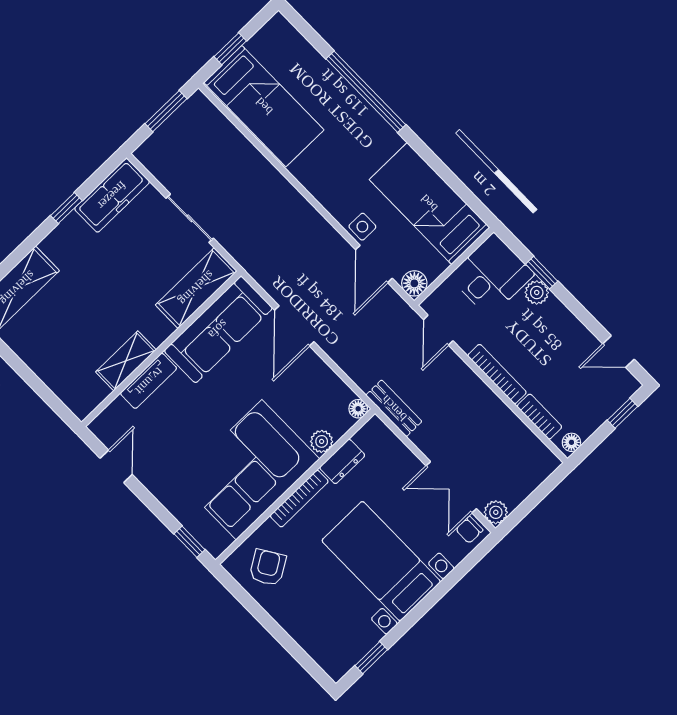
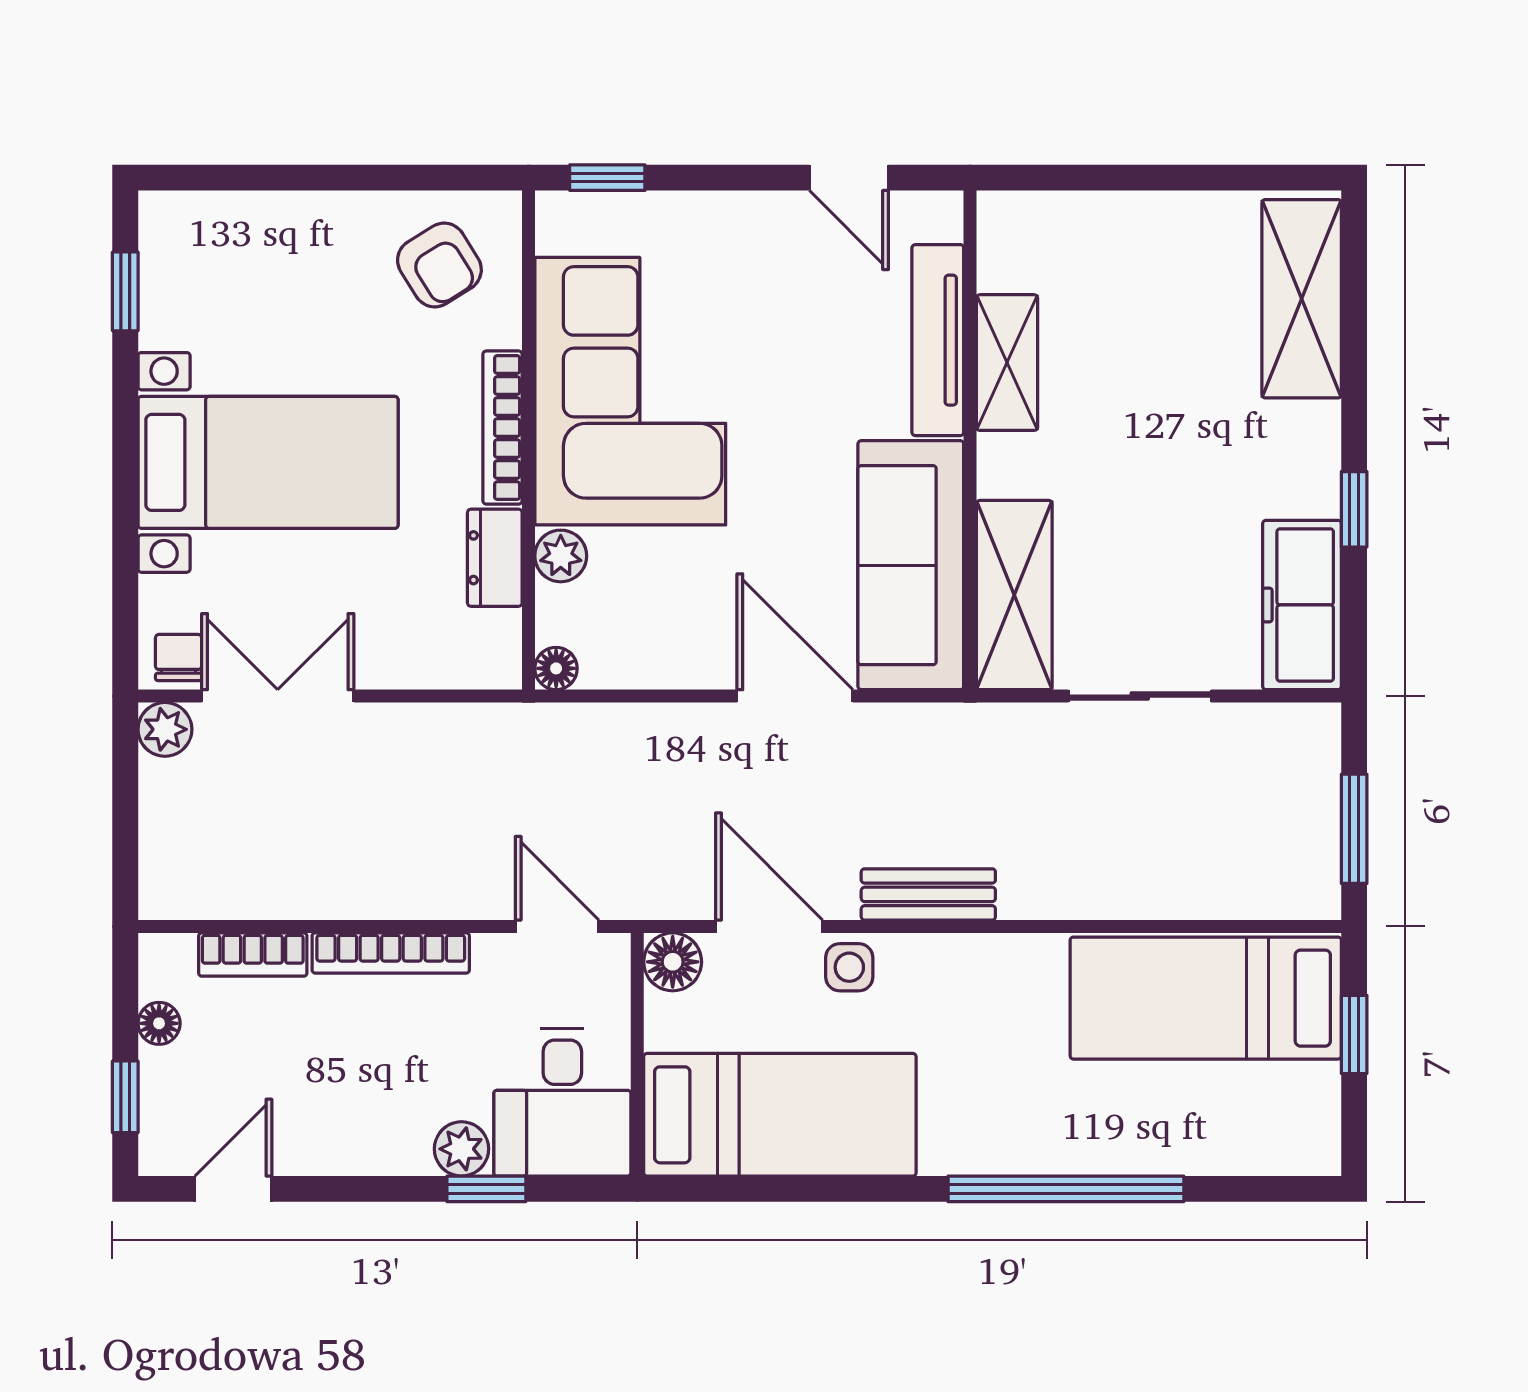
tv unit: (149, 381) -> (938, 340), width x1.41
bench: (394, 408) -> (928, 894), moved
floor lamp: (571, 442) -> (159, 1023), moved

